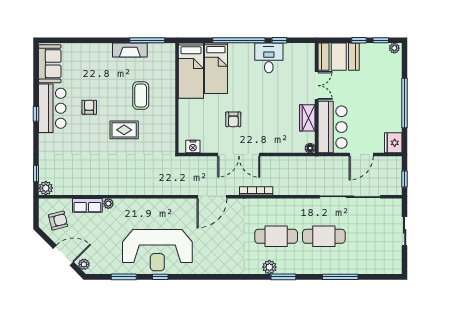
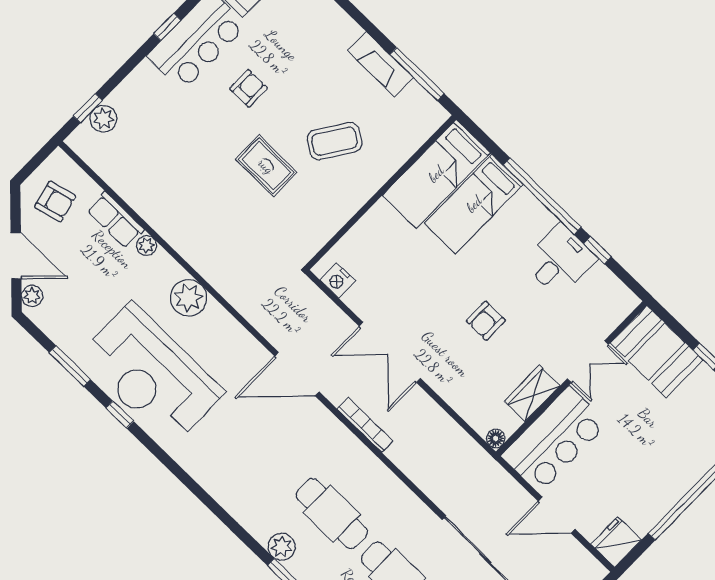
coffee table: (141, 96) -> (334, 141), turned 33
armchair: (233, 119) -> (486, 321), moved
plant: (46, 188) -> (103, 119), moved
plant: (143, 208) -> (188, 298), added

